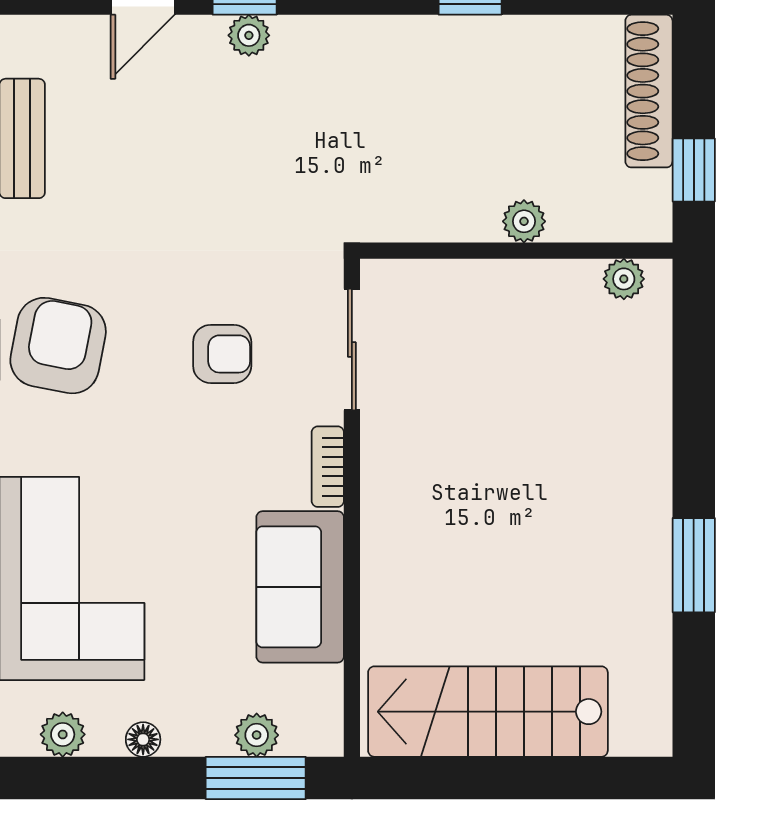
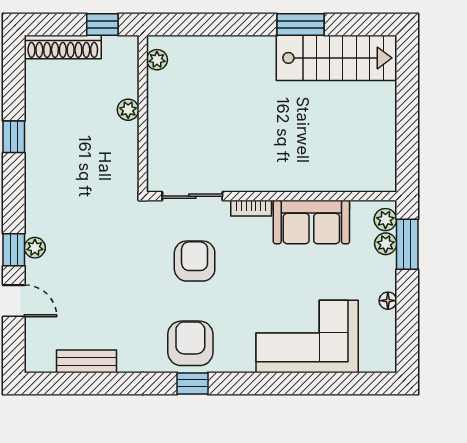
armchair: (58, 346) -> (190, 343), turned 79
armchair: (222, 354) -> (195, 261), width x1.38, depth x1.38
stairs: (488, 712) -> (336, 58), moved, turned -90
plant: (63, 734) -> (385, 220), moved

